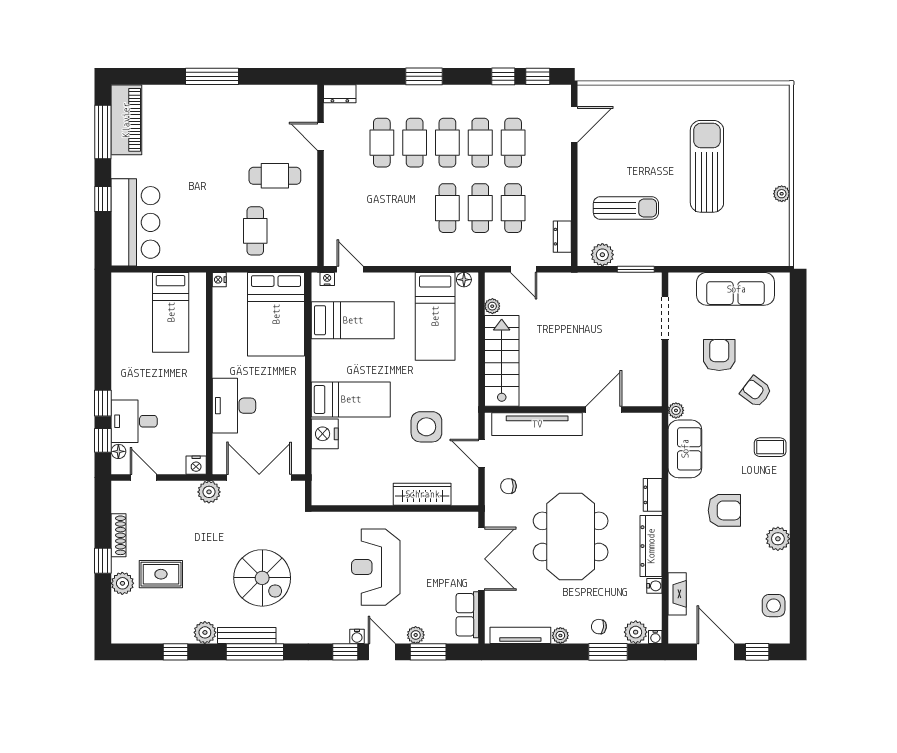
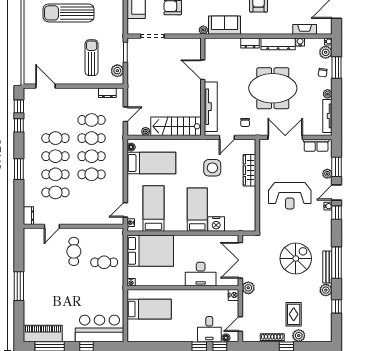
cafe table: (513, 143) -> (92, 174), moved

